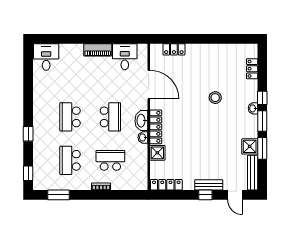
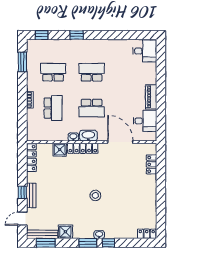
locker: (252, 69) -> (147, 234), moved
door: (149, 85) -> (120, 142), swing flipped
stool: (215, 98) -> (95, 195), moved
window: (262, 148) -> (46, 243), moved

